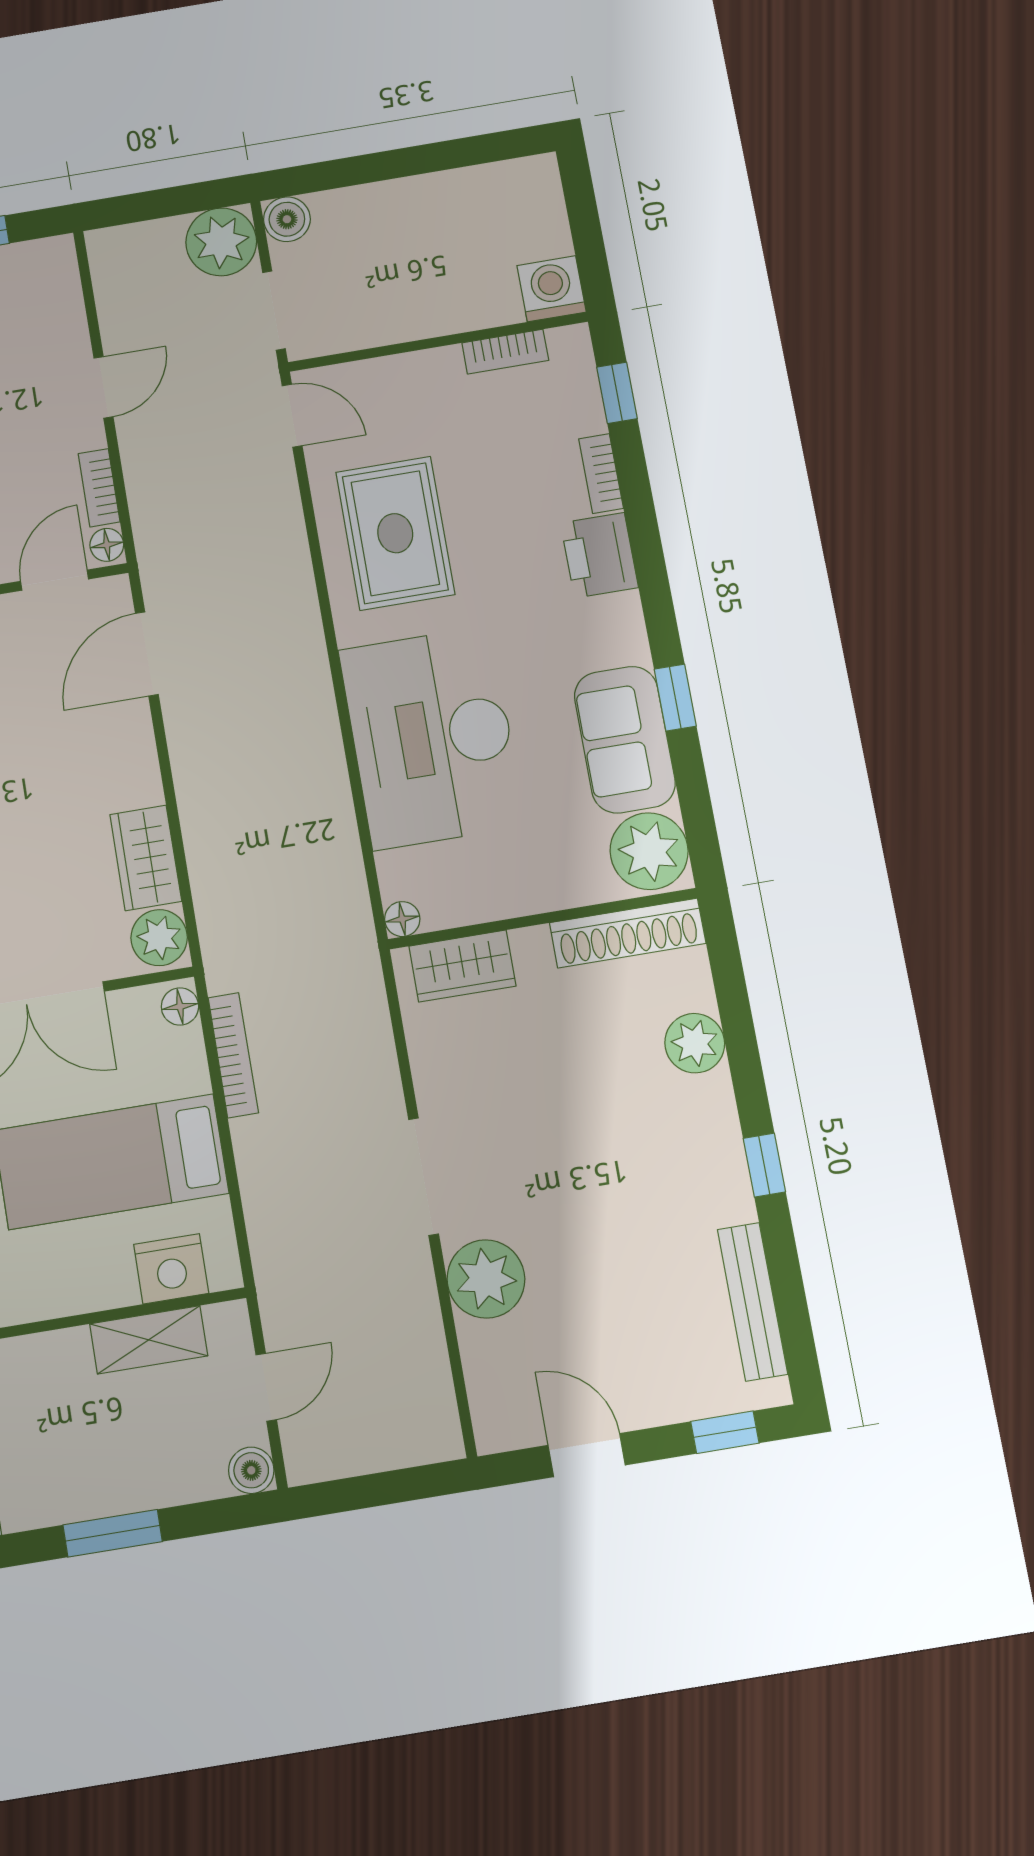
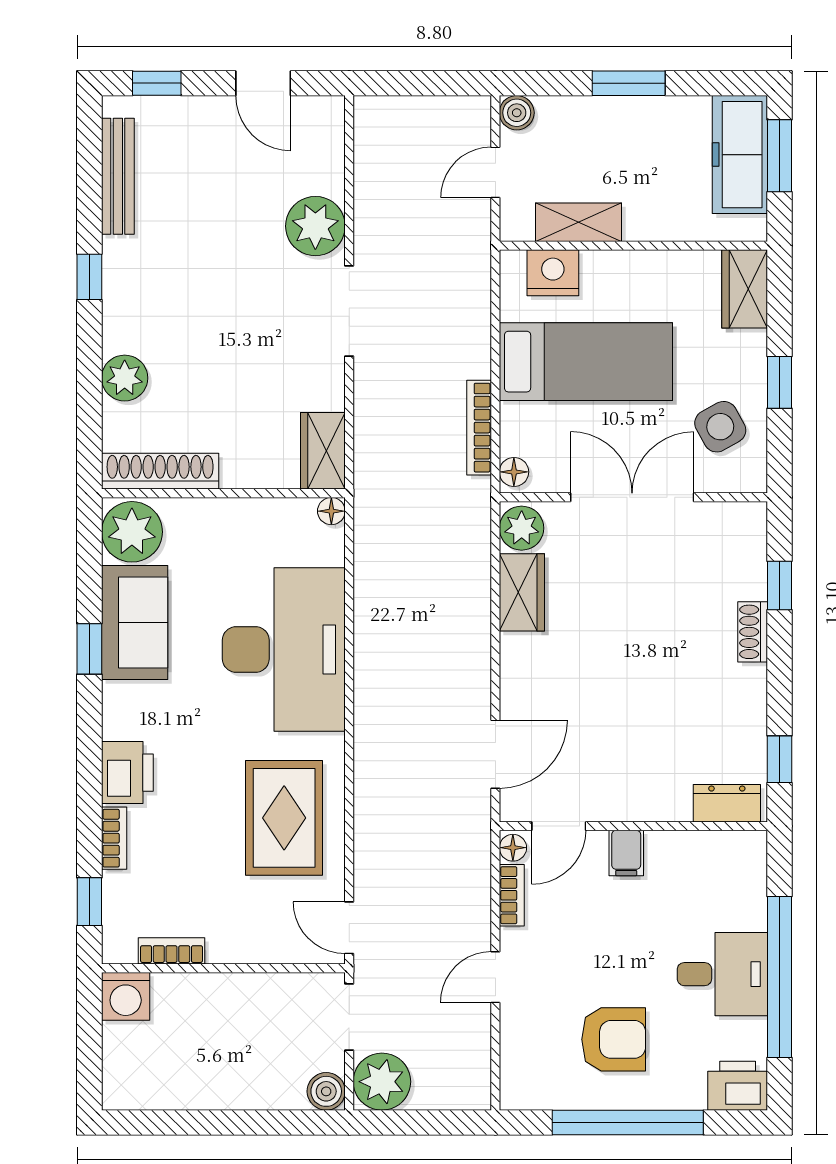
wardrobe: (462, 966) -> (323, 451), moved, turned -90

